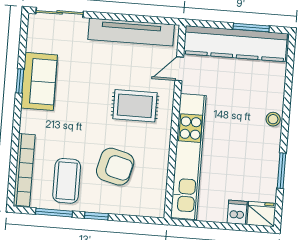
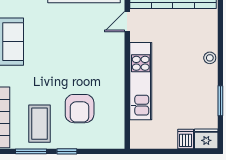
rug: (135, 106) -> (92, 56), removed
kitchen unit: (188, 157) -> (141, 81), width x0.73
armchair: (115, 167) -> (80, 109), turned 76

